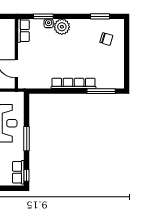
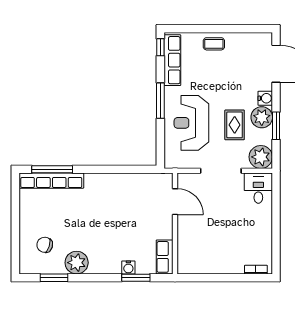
plant: (62, 27) -> (77, 263), moved
row of seats: (74, 83) -> (51, 181), moved
row of seats: (18, 172) -> (172, 60), width x1.48

